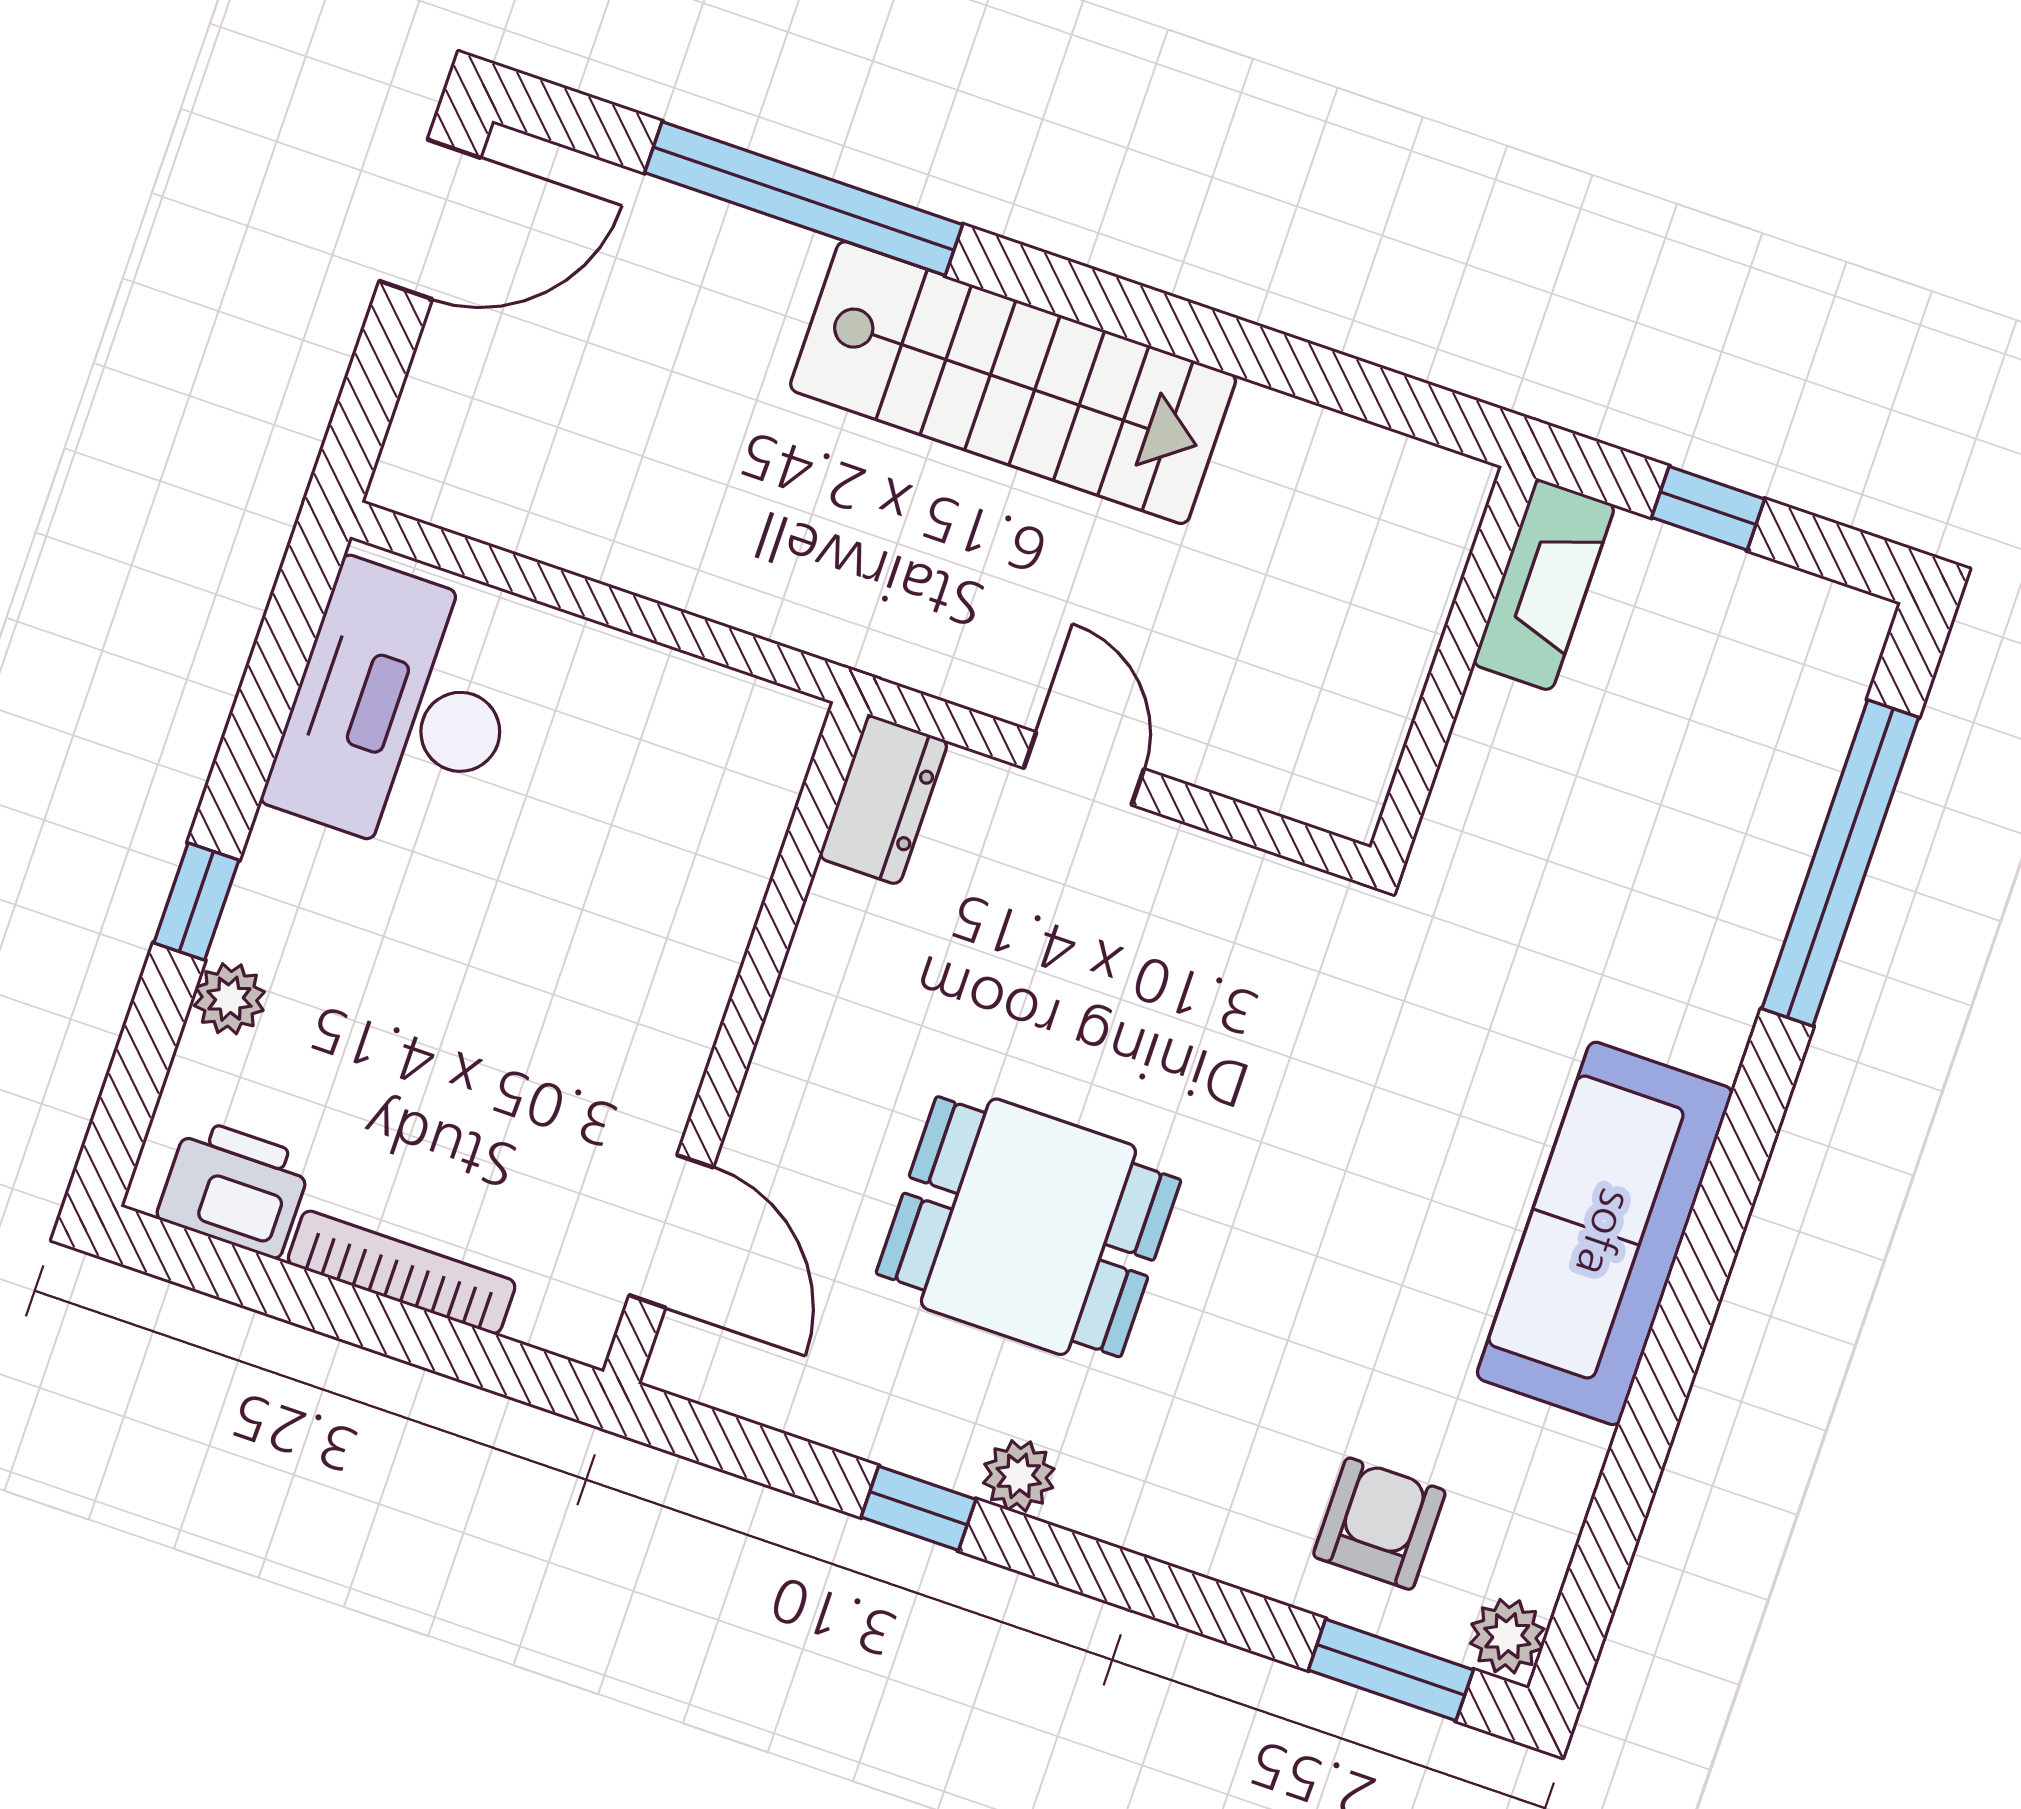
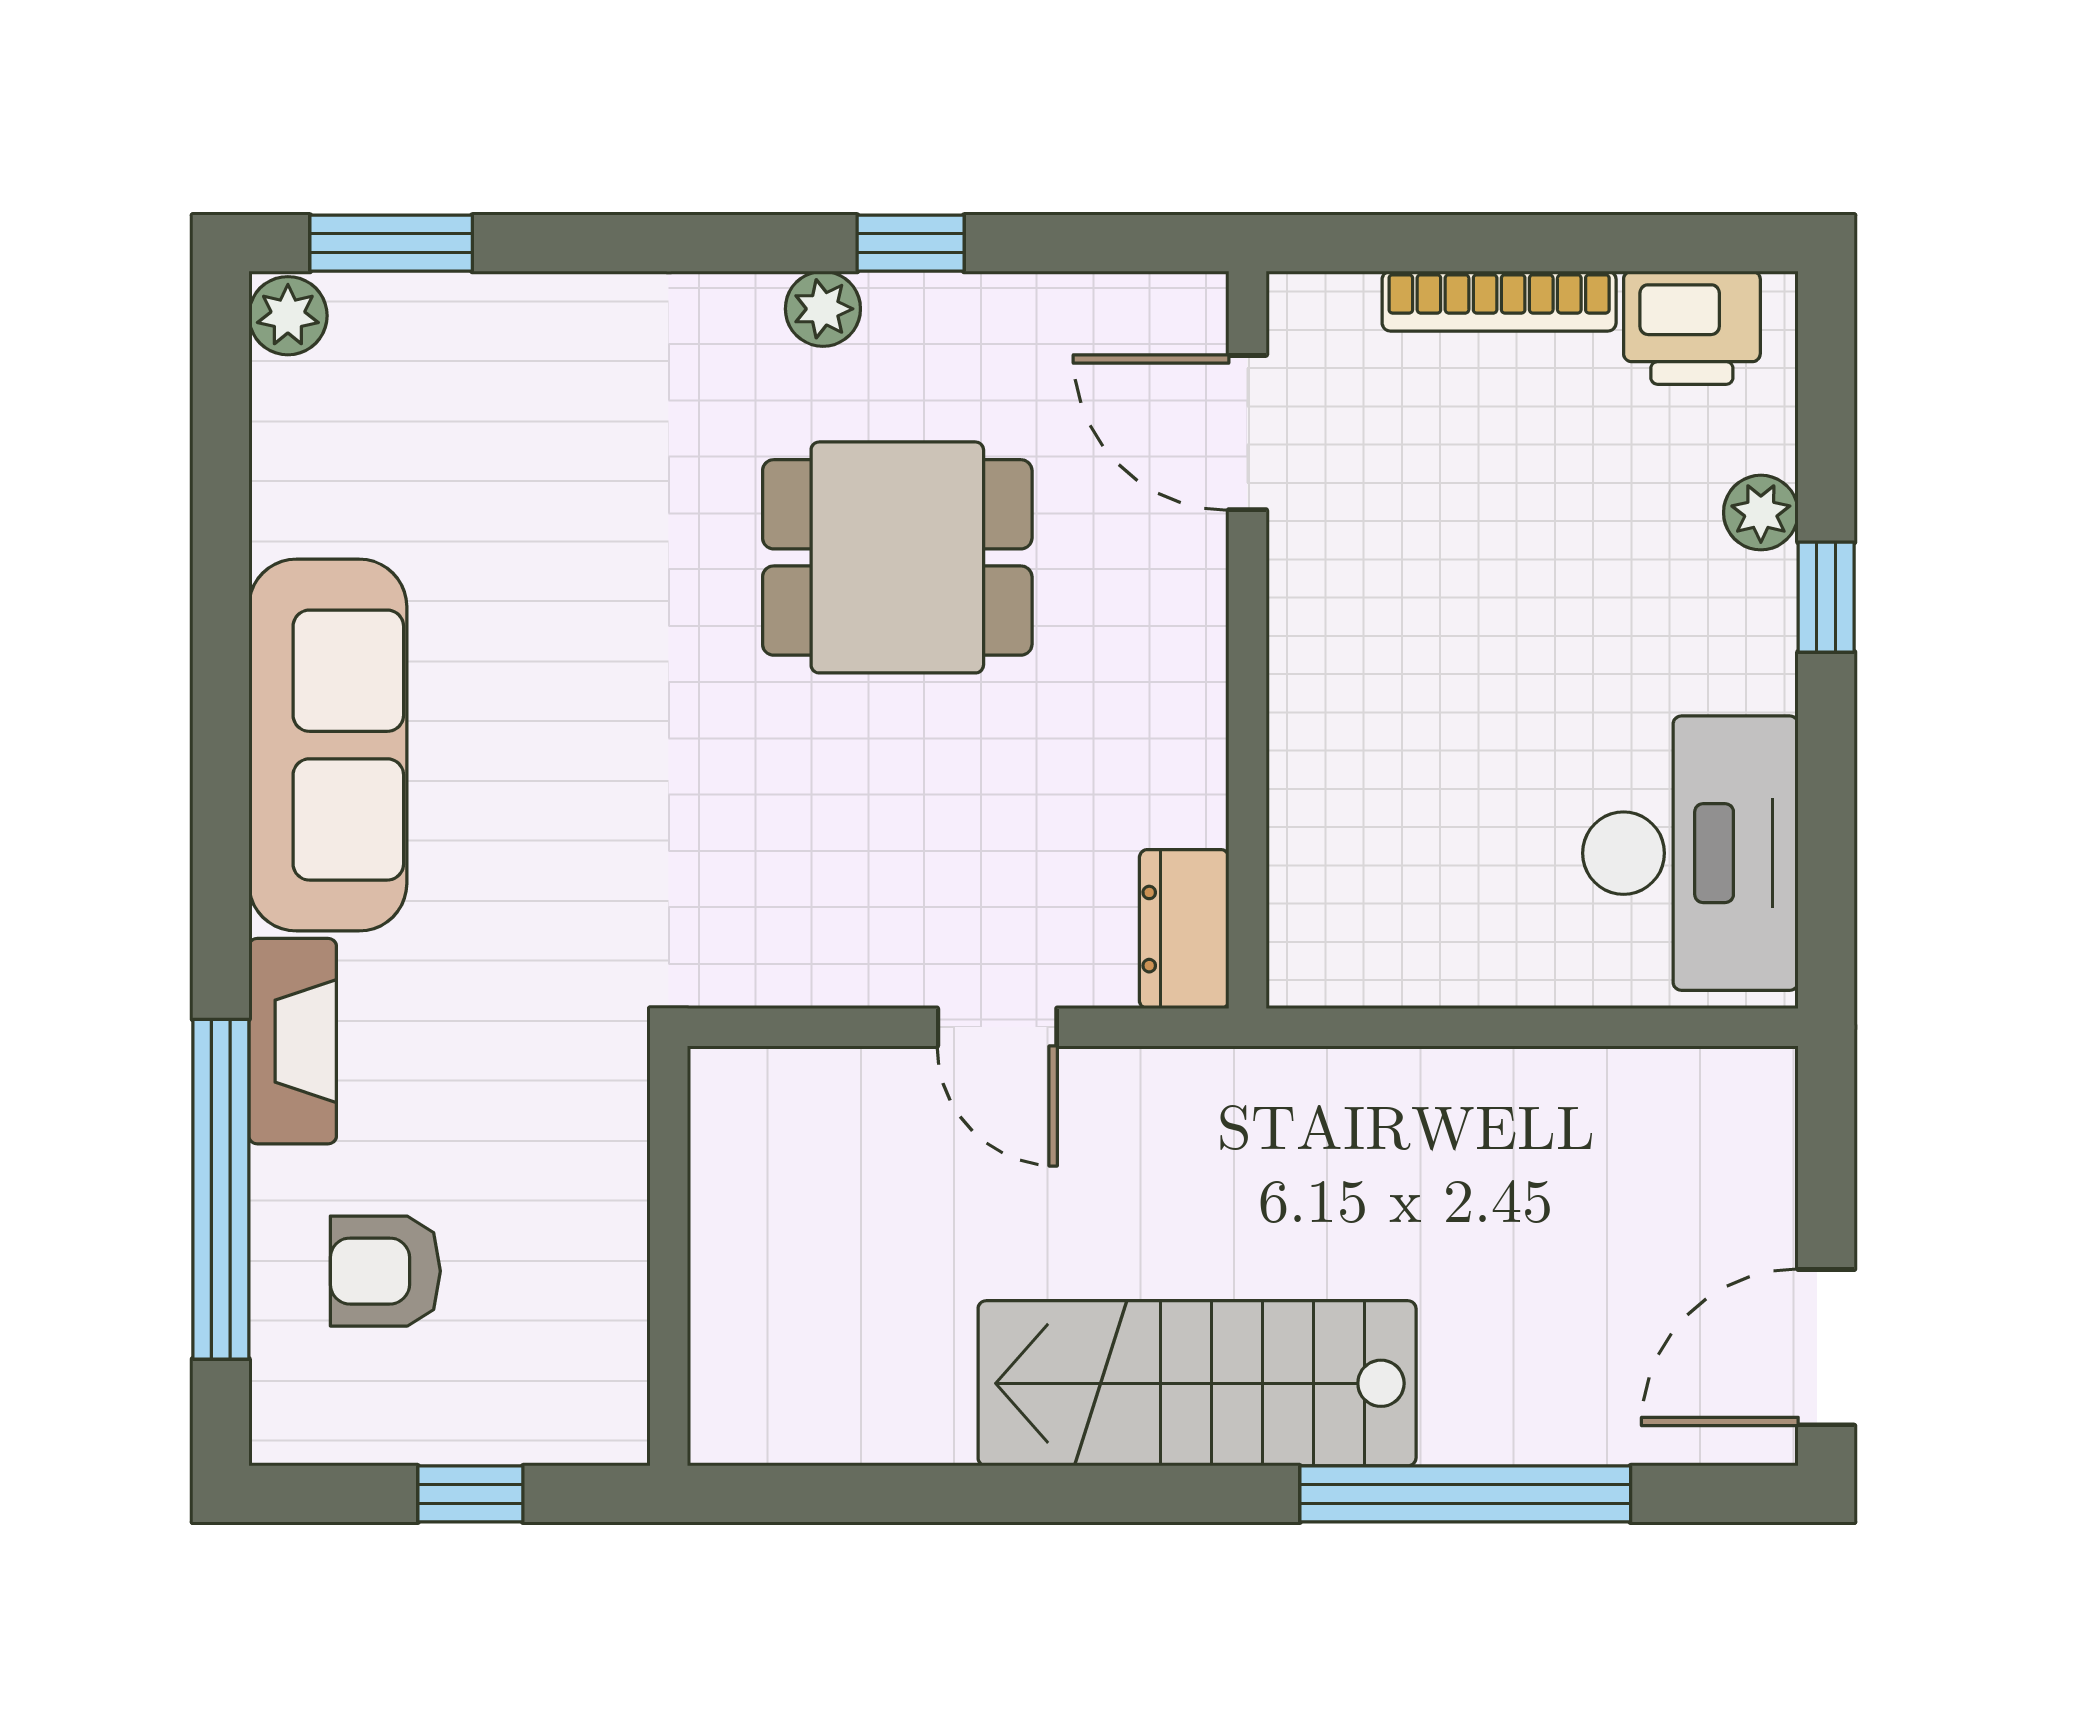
fireplace: (1544, 585) -> (293, 1041), moved, turned 180
armchair: (1379, 1524) -> (385, 1271), moved, turned 90

